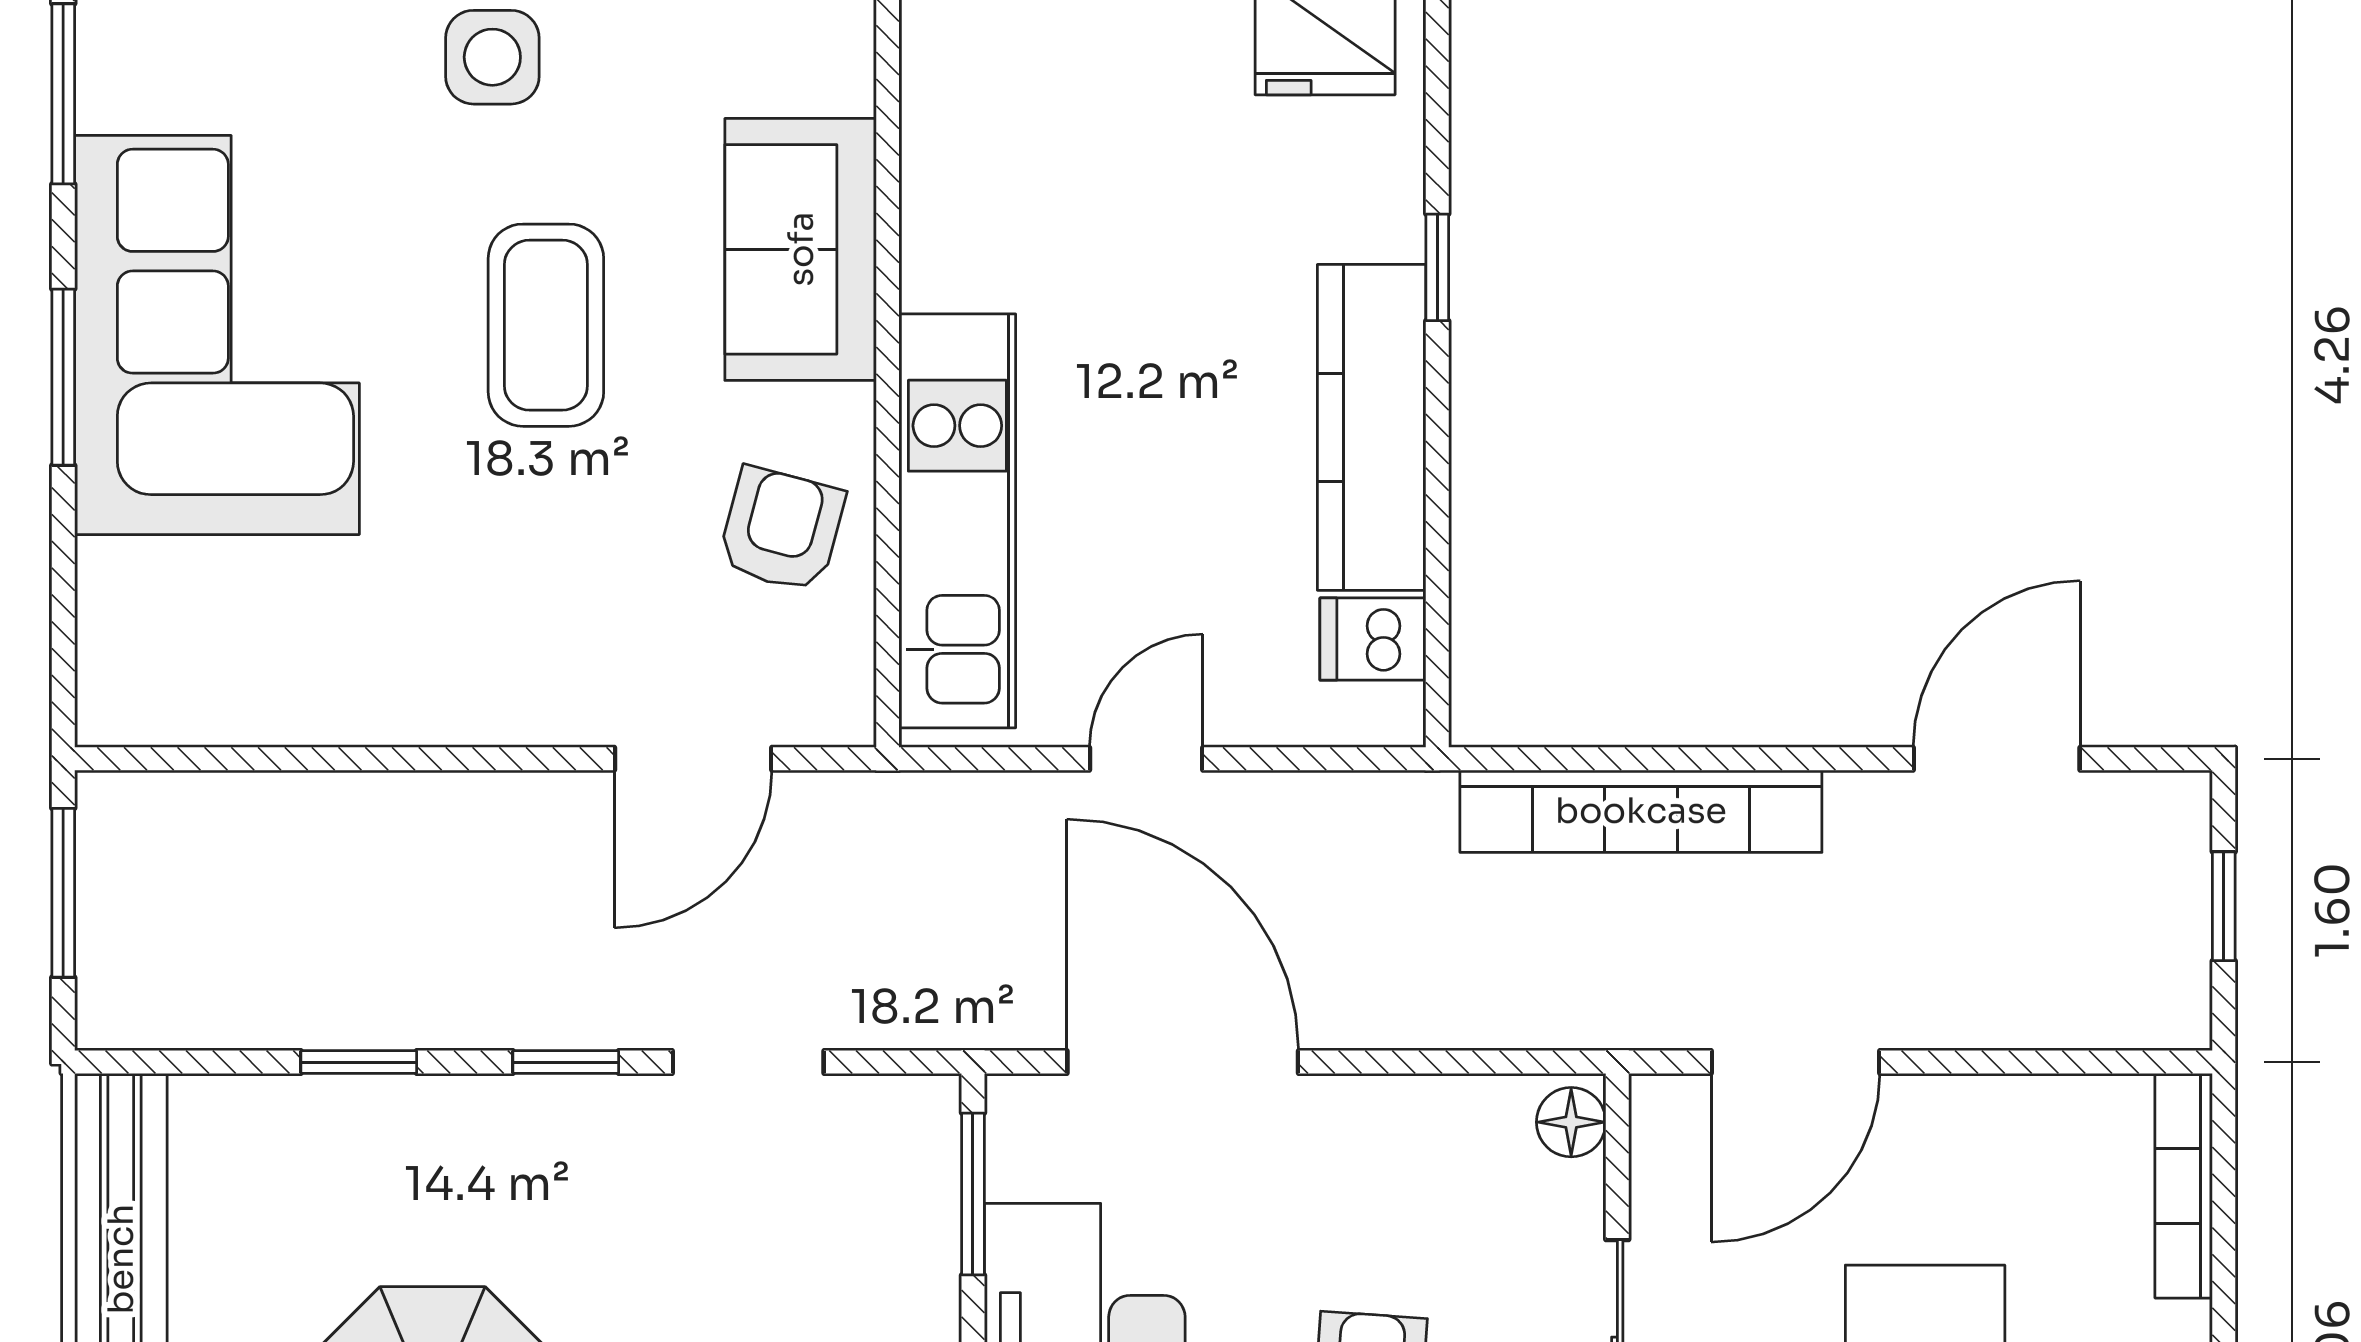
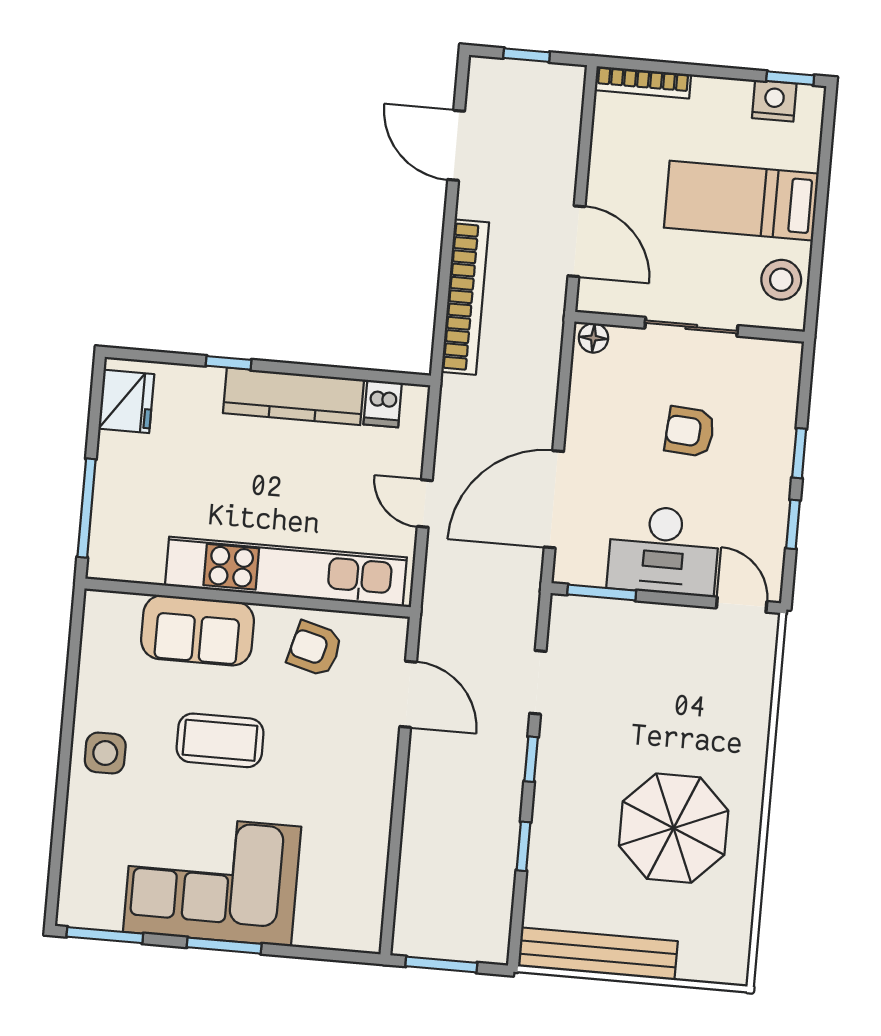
kitchen unit: (957, 521) -> (286, 571), width x1.36

